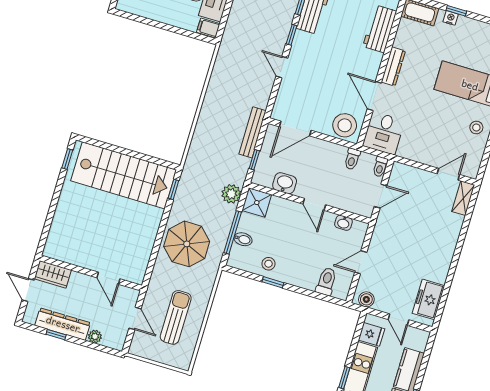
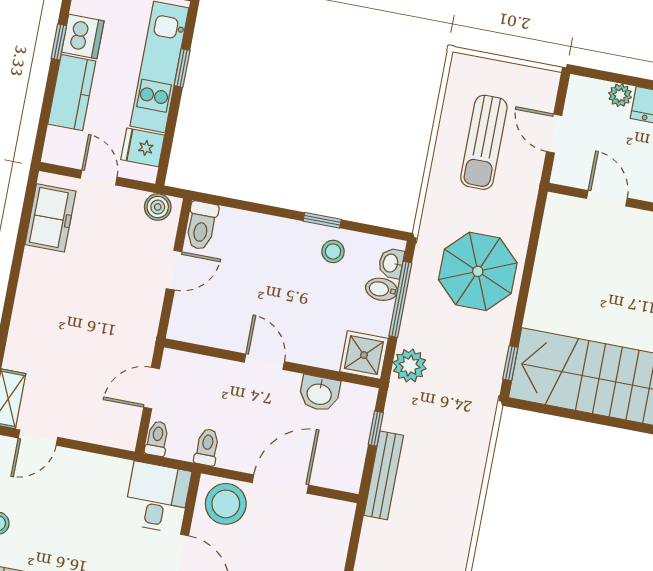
door: (295, 129) -> (280, 484), moved
washbasin: (343, 223) -> (391, 263), moved, turned -90
toilet: (326, 281) -> (202, 226), moved

